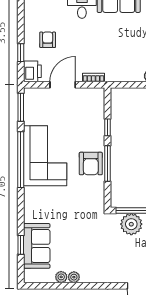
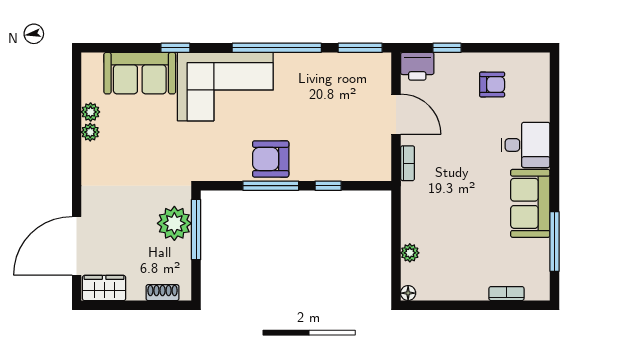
armchair: (48, 40) -> (492, 84), moved
corner sofa: (45, 156) -> (225, 87), moved
window: (21, 245) -> (175, 48), moved

